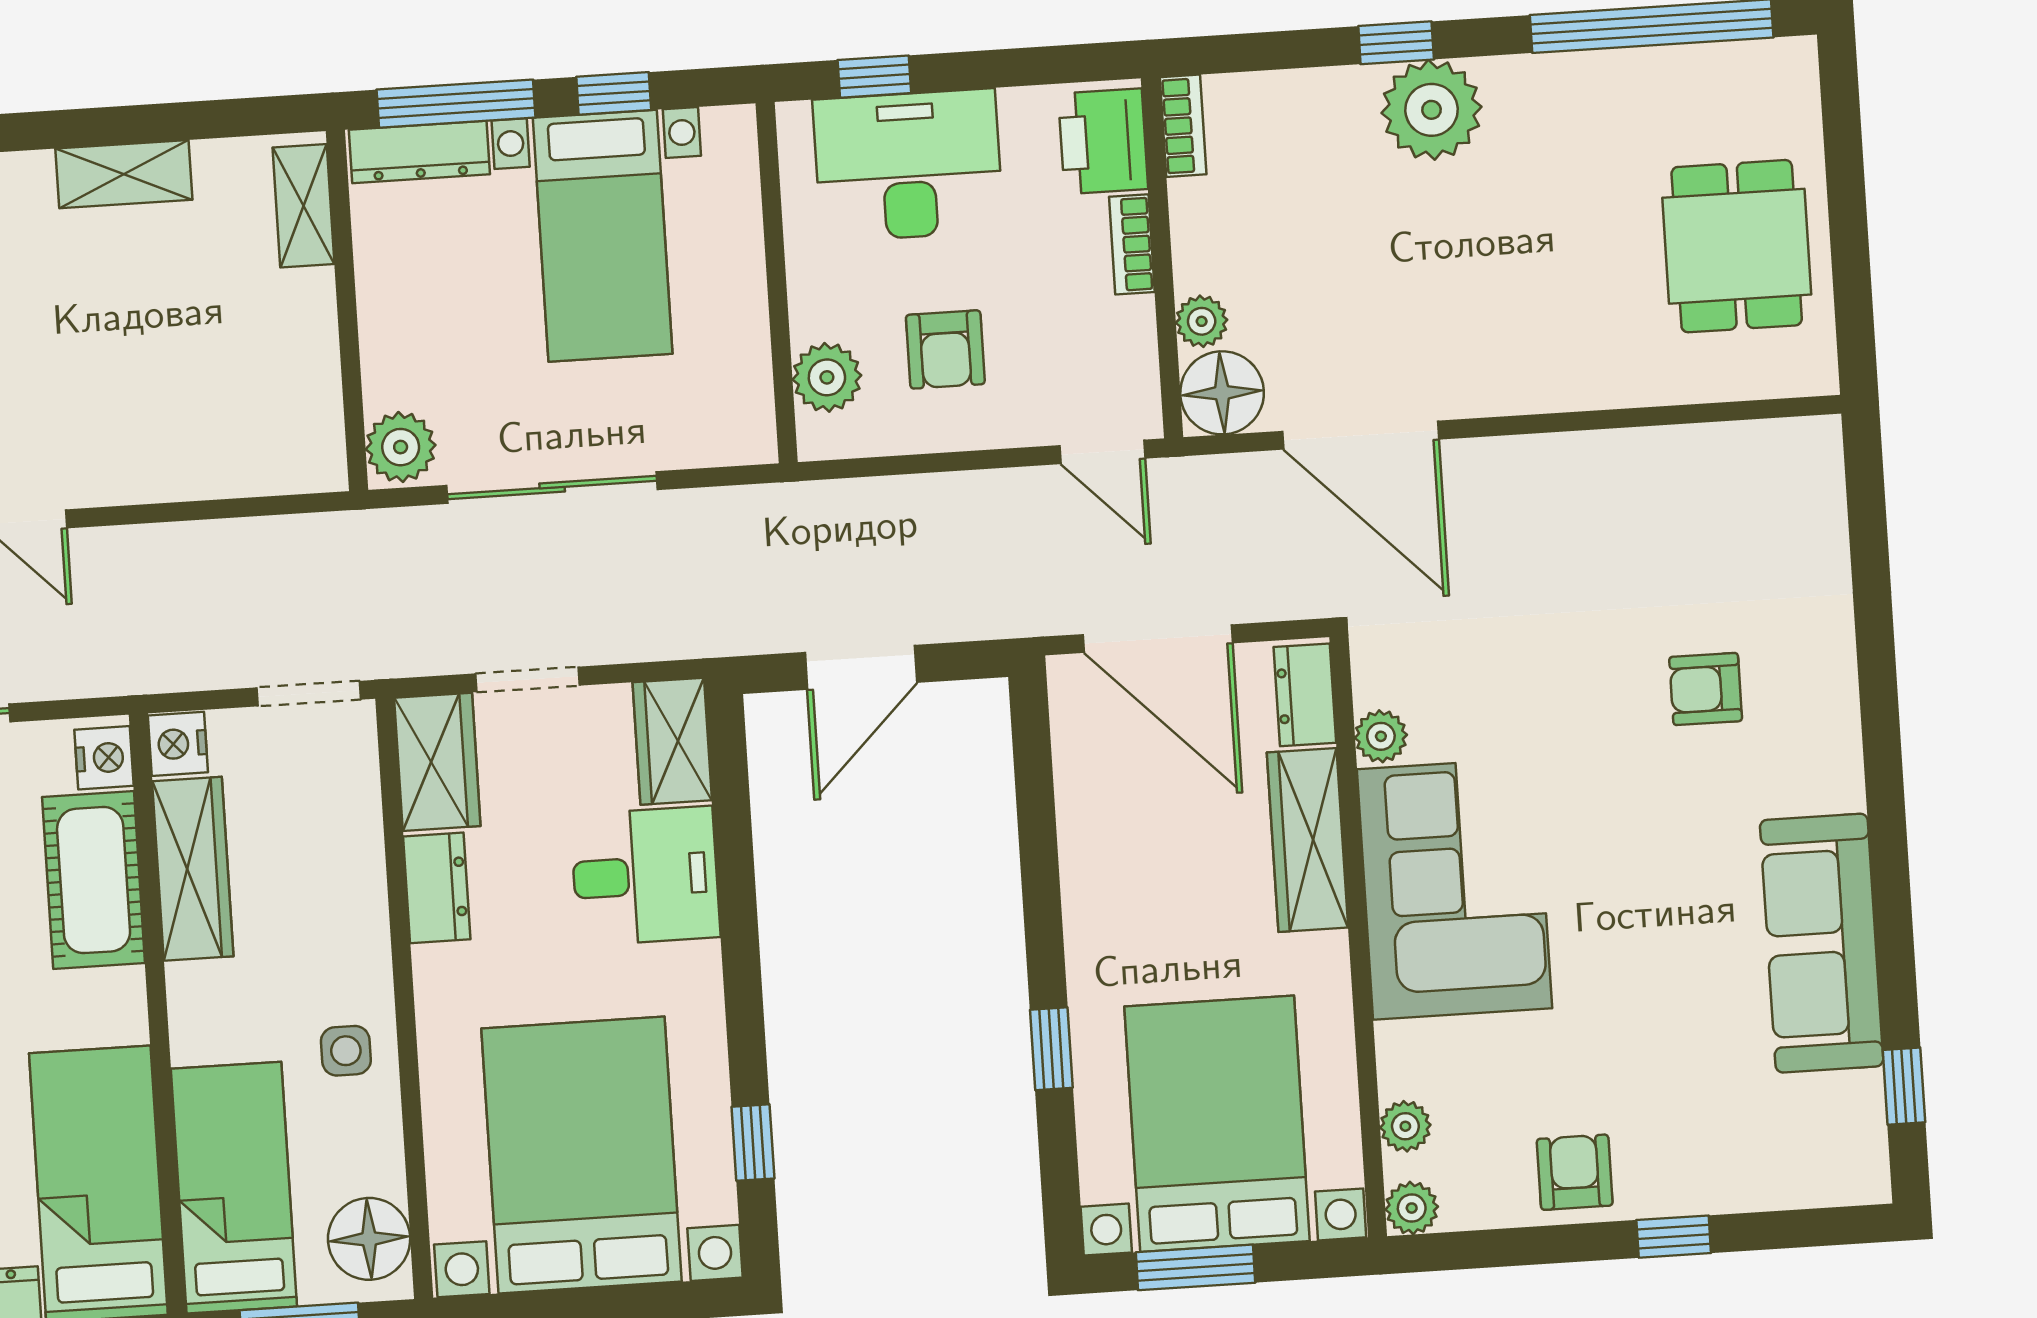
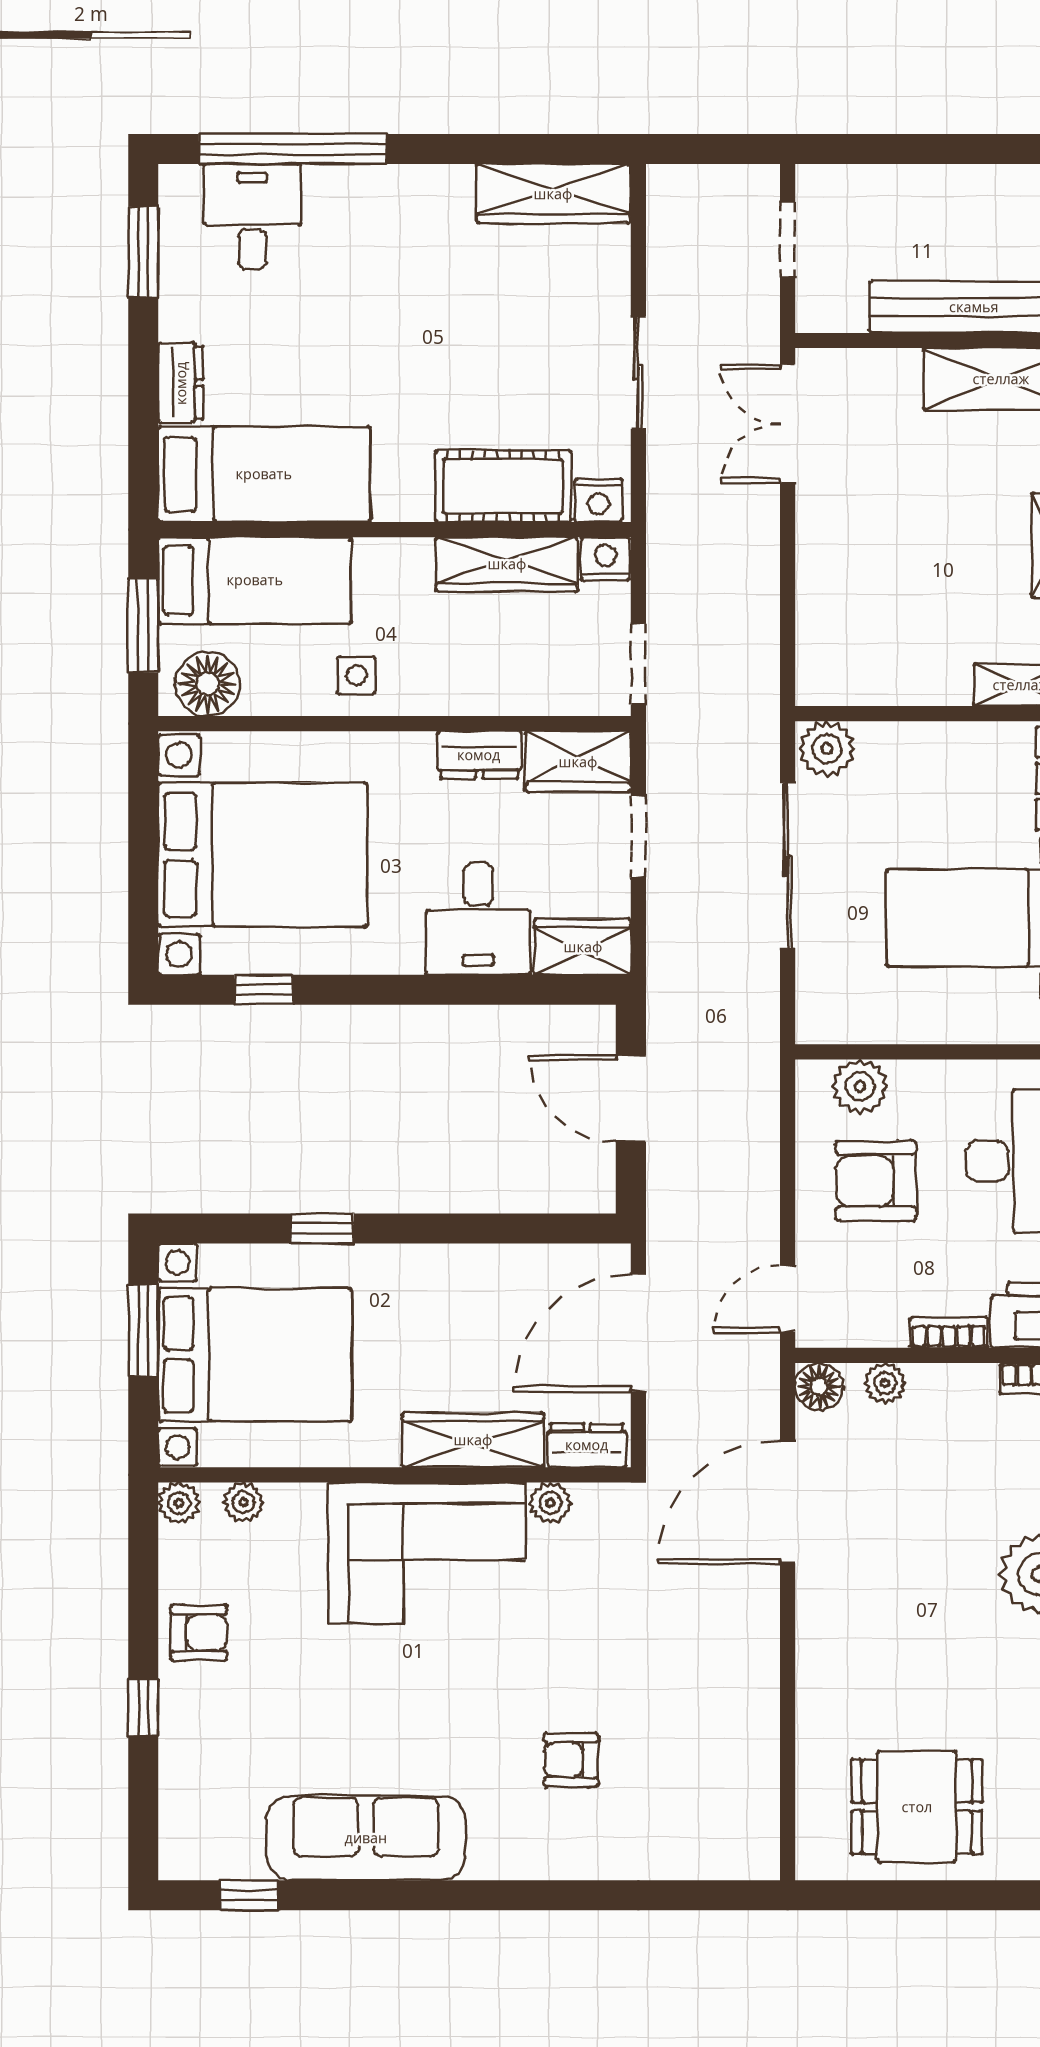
armchair: (945, 349) -> (876, 1181), width x1.38, depth x1.38
floor lamp: (1222, 393) -> (819, 1387), width x0.73, depth x0.73
armchair: (1706, 689) -> (571, 1760), turned -90

